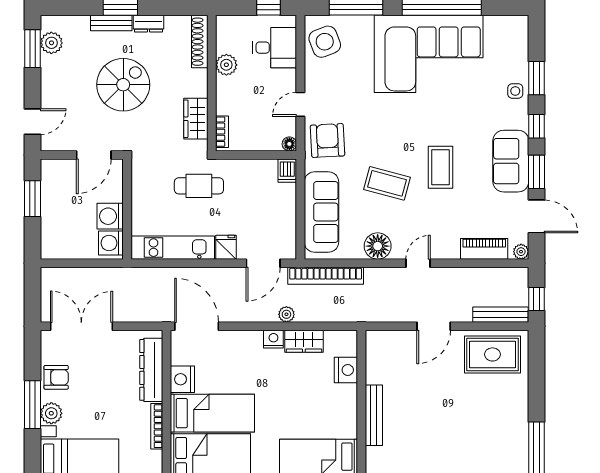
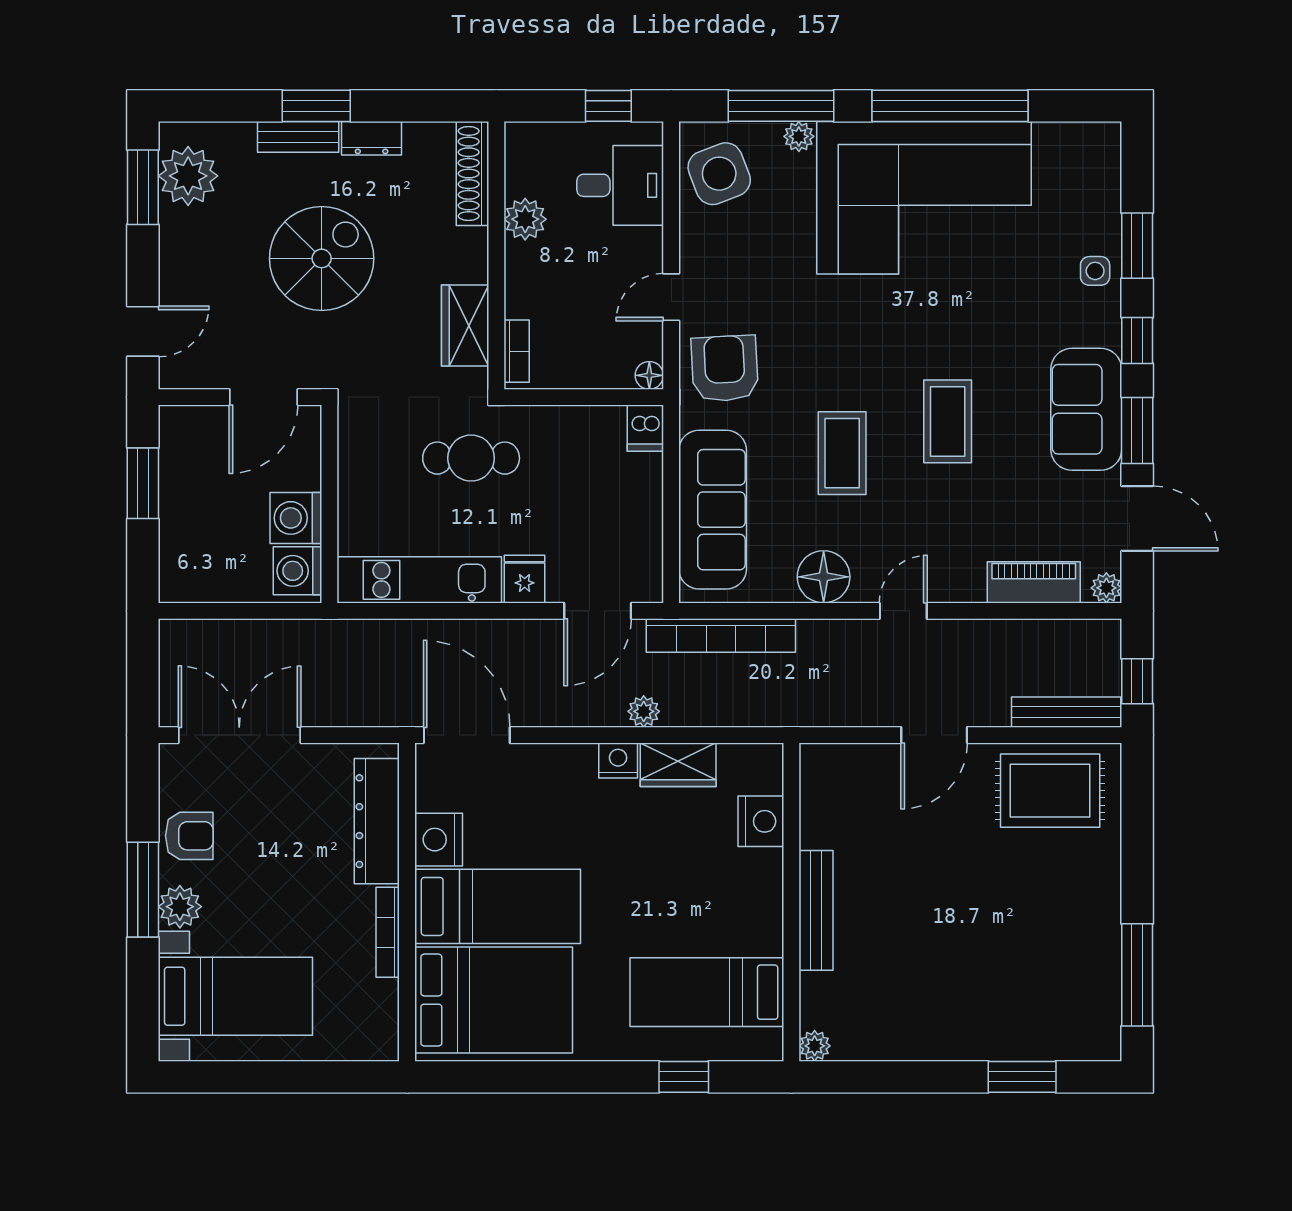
plant: (365, 23) -> (799, 136), added
plant: (51, 43) -> (188, 176), width x1.36, depth x1.36
coffee table: (387, 183) -> (842, 453), turned 75

